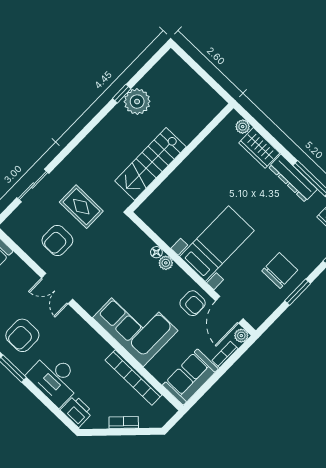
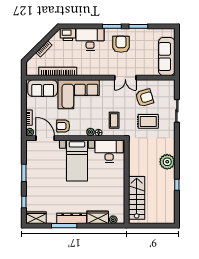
plant: (137, 102) -> (167, 162), moved
stairs: (150, 164) -> (137, 198), moved
desk: (165, 217) -> (109, 151), added
armchair: (57, 240) -> (145, 98), turned 73
coffee table: (122, 249) -> (114, 120), added
chair: (280, 271) -> (40, 175), removed
double door: (57, 288) -> (125, 78), swing flipped
sofa: (190, 377) -> (43, 88), moved, turned 90

